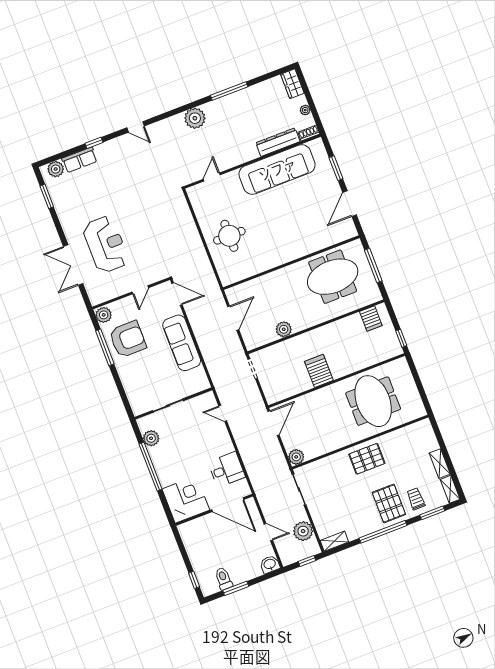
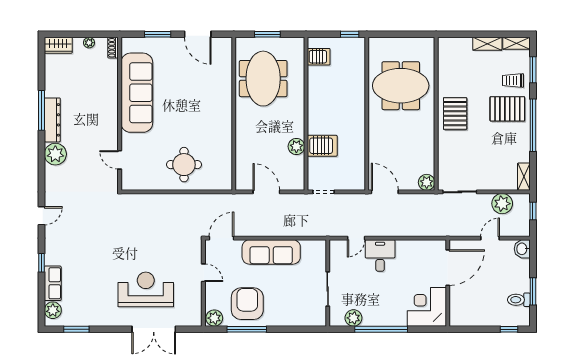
dresser: (278, 142) -> (52, 120), moved, turned 180
window: (373, 265) -> (267, 34), width x0.69
server rack: (319, 371) -> (322, 146), moved, turned 180
desk: (227, 469) -> (380, 256), moved

